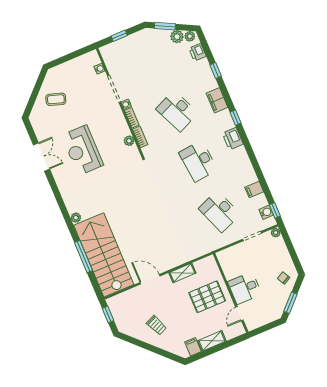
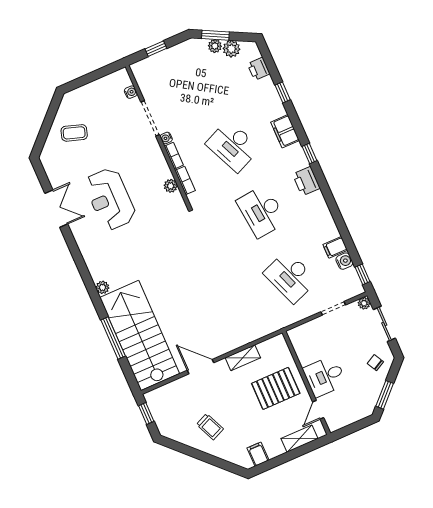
plant: (190, 36) -> (215, 46), moved
water cooler: (266, 212) -> (344, 261), moved
sliding door: (291, 249) -> (384, 324), added
shelving: (212, 341) -> (299, 439), moved

